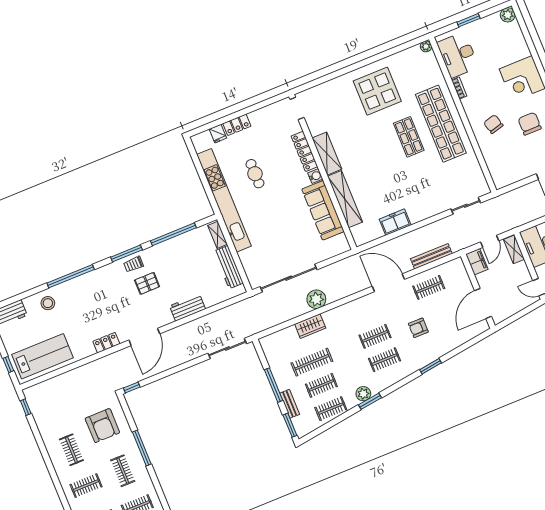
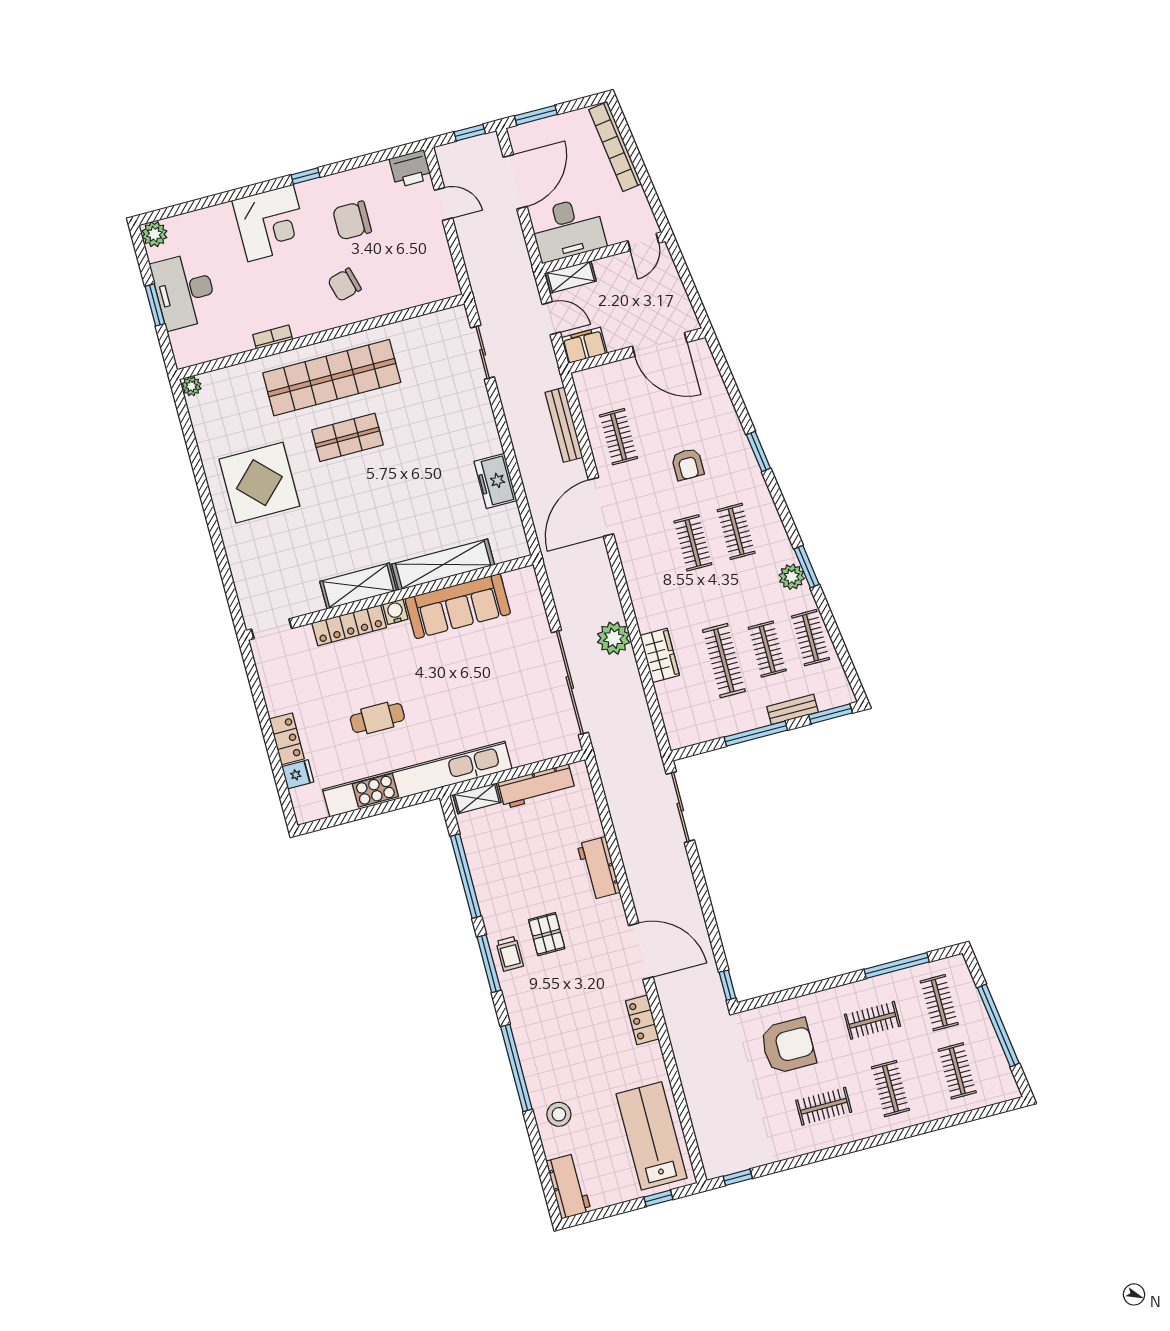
desk: (458, 55) -> (184, 291), moved, turned 90
window: (142, 448) -> (897, 966), moved

